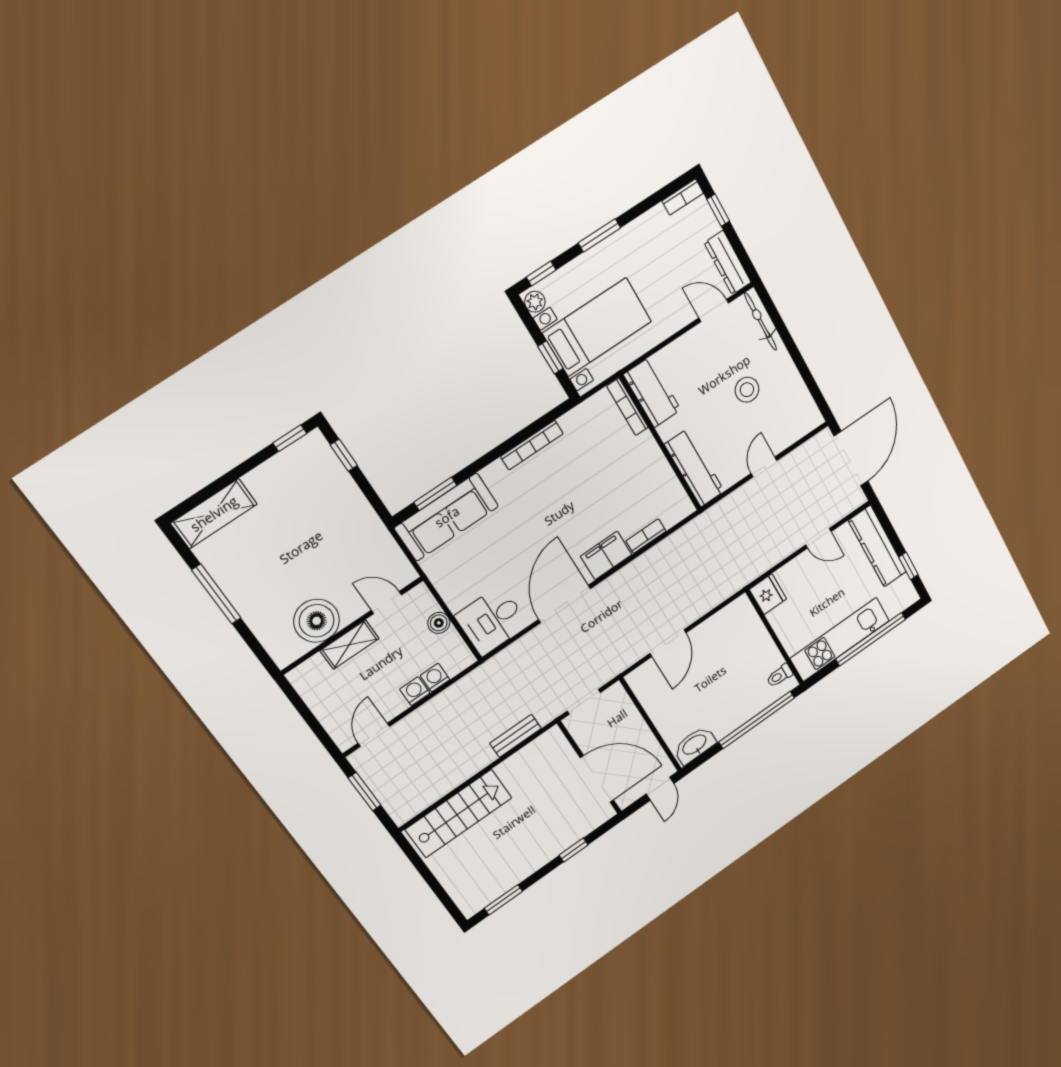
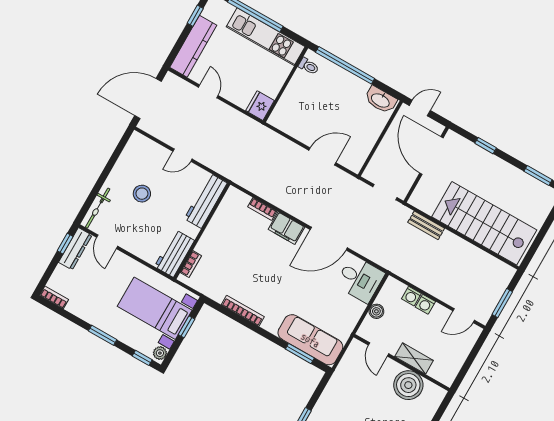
window: (718, 210) -> (65, 244), moved
bookcase: (627, 407) -> (191, 264), width x0.64
stairs: (459, 814) -> (484, 223), width x1.36, depth x1.51

